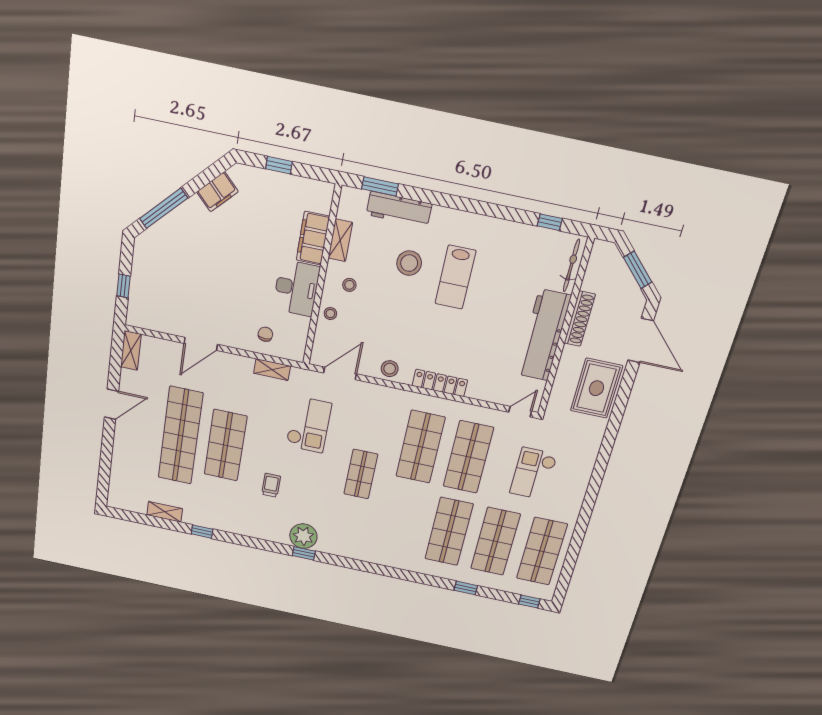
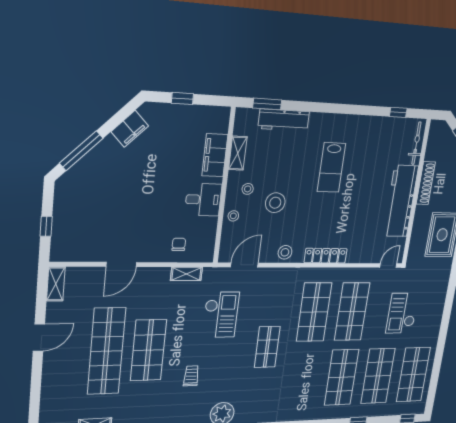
stool: (409, 263) -> (275, 203), moved
desk: (296, 288) -> (203, 200), width x0.73

